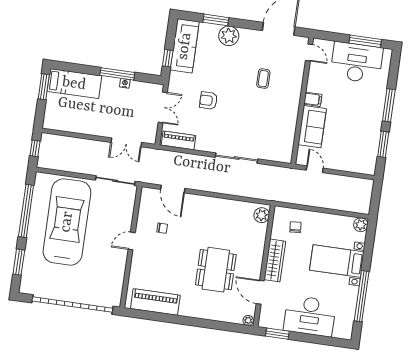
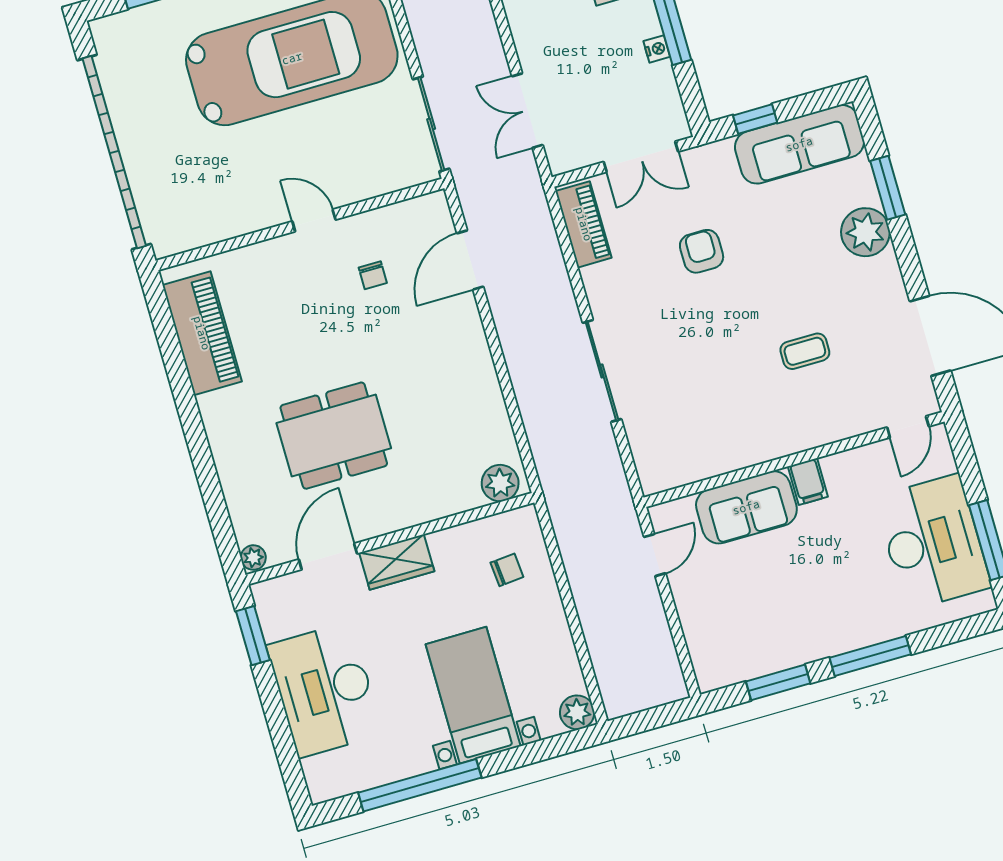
wardrobe: (275, 260) -> (397, 562), width x0.67

